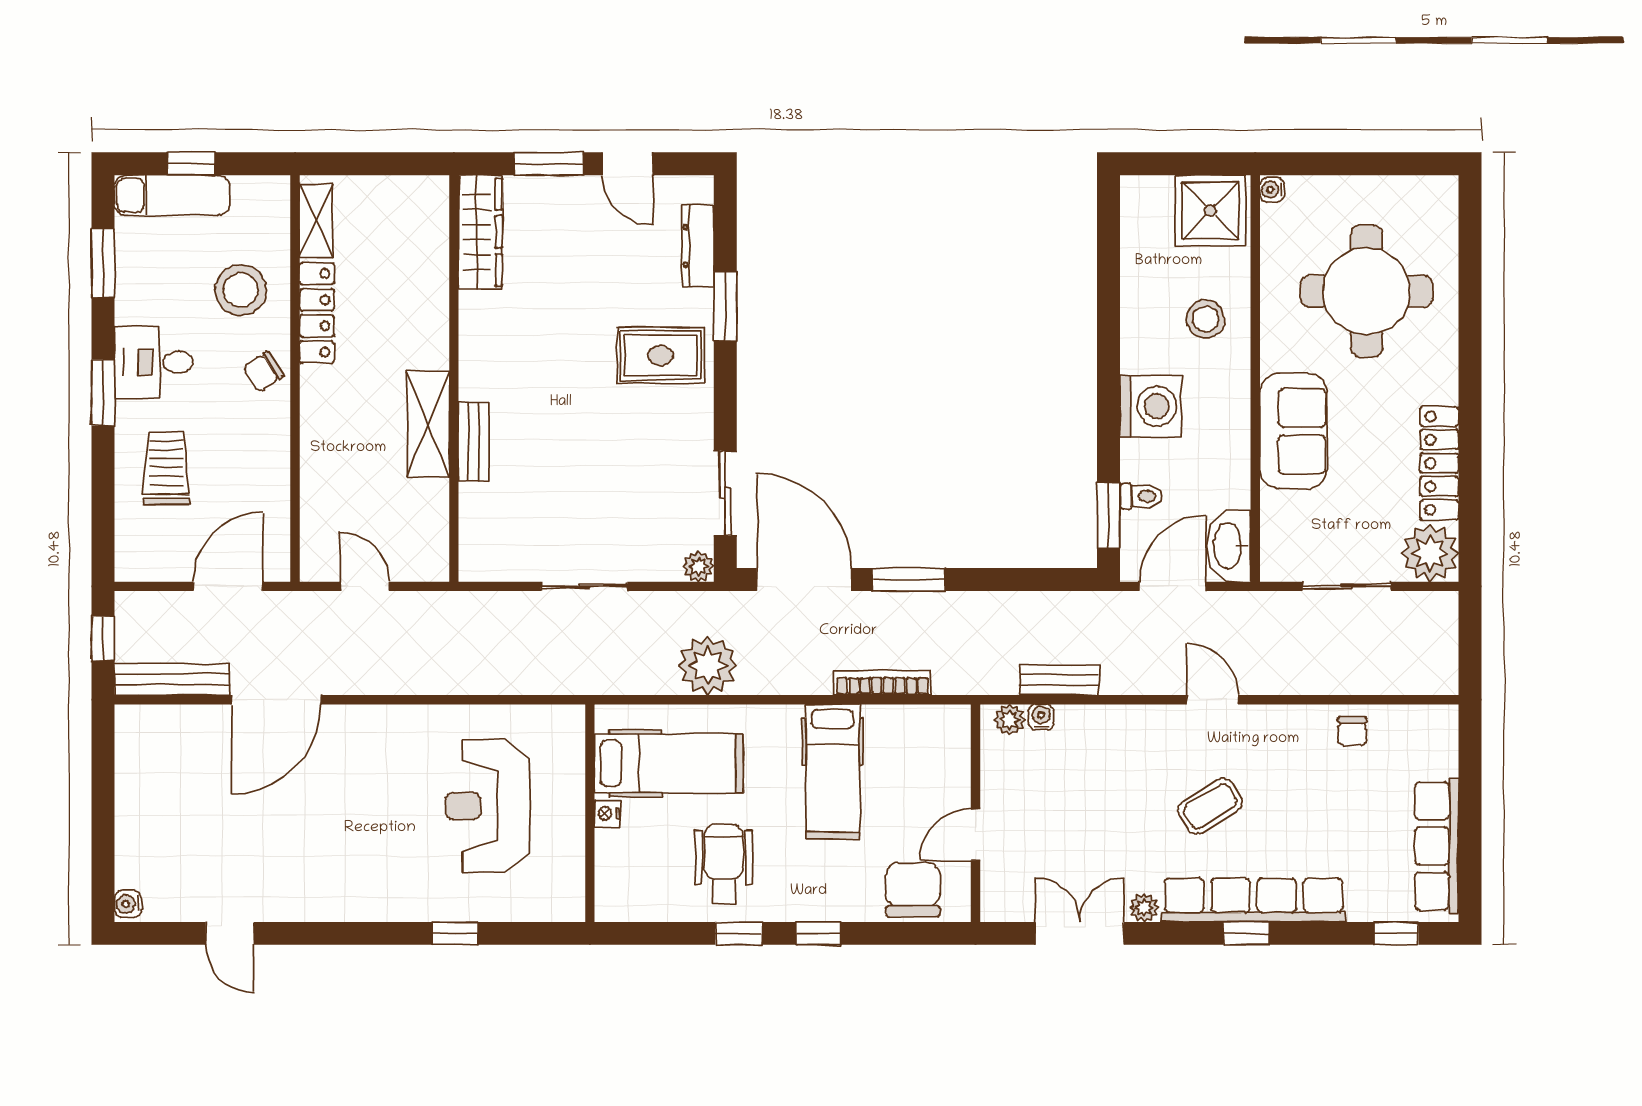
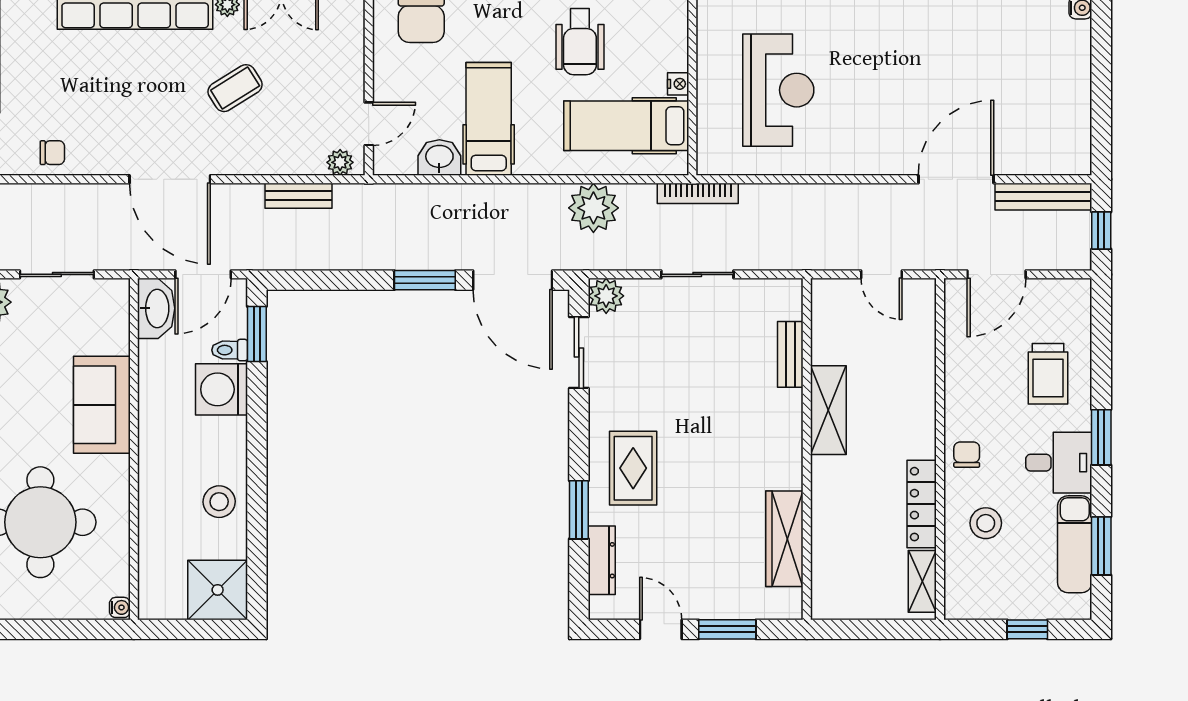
exam couch: (172, 195) -> (1075, 544), moved, turned -90
shower: (1210, 211) -> (218, 590), moved
wardrobe: (480, 232) -> (784, 539), moved
stool: (241, 290) -> (986, 523), width x0.73, depth x0.73
stool: (1206, 319) -> (219, 502), moved
rug: (661, 355) -> (633, 468), turned 90
chair: (263, 372) -> (967, 455), turned -57
washing machine: (1151, 406) -> (222, 389), moved
bench: (473, 441) -> (790, 354), moved
plant: (699, 566) -> (606, 296), width x1.38, depth x1.38
bookcase: (882, 683) -> (698, 193), moved
door: (1212, 700) -> (170, 179), width x1.87
water cooler: (1041, 717) -> (314, 165), removed
washbasin: (891, 726) -> (439, 157), added
chair: (1352, 731) -> (52, 153), turned 90
coffee table: (1210, 806) -> (235, 88), moved
door: (975, 835) -> (369, 124), moved

